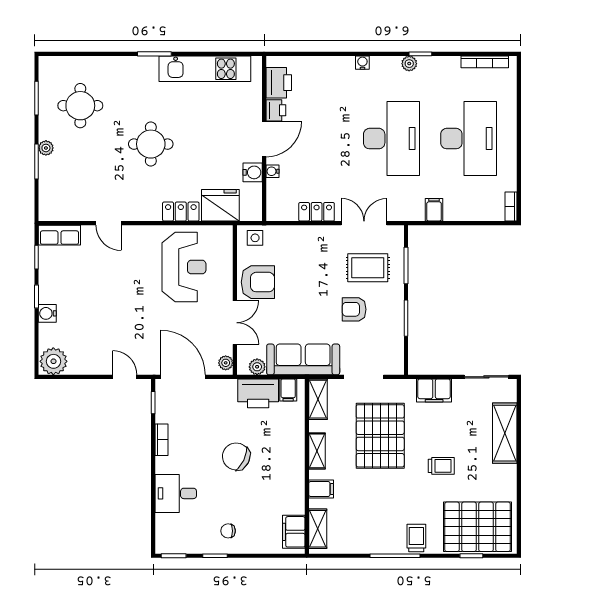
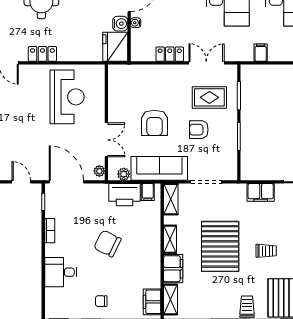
fridge: (220, 205) -> (115, 47), moved, turned -90
locker: (181, 212) -> (42, 54), moved
side table: (255, 238) -> (122, 74), removed
armchair: (258, 282) -> (154, 123), moved, turned 90
pallet: (380, 436) -> (220, 246), moved
filing cabinet: (321, 489) -> (173, 269), width x2.00

